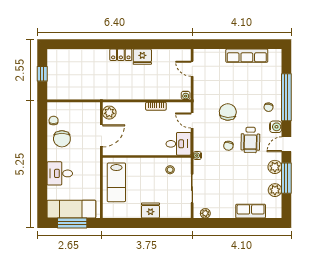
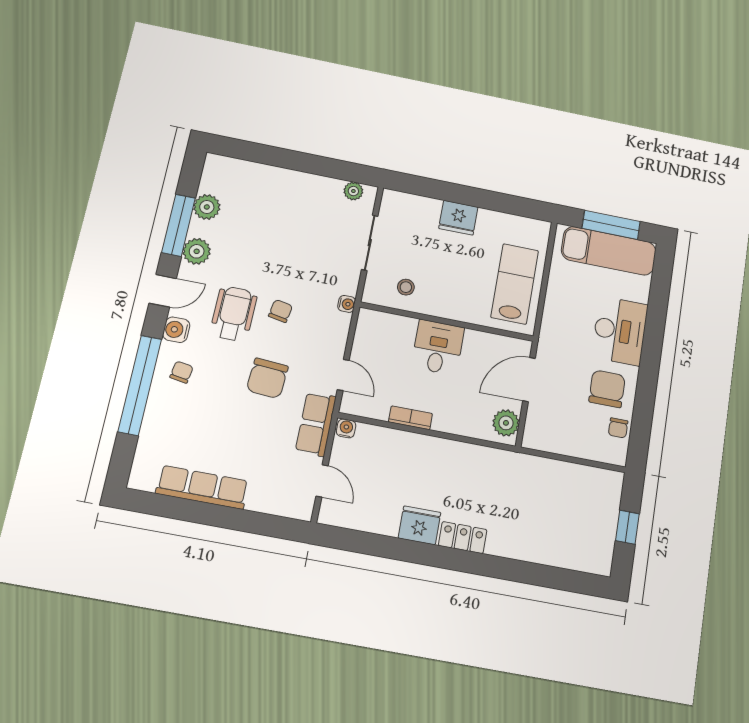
desk: (178, 144) -> (438, 347), moved, turned 90
desk: (60, 173) -> (620, 331), width x1.37
row of seats: (251, 211) -> (316, 424), moved, turned 90

